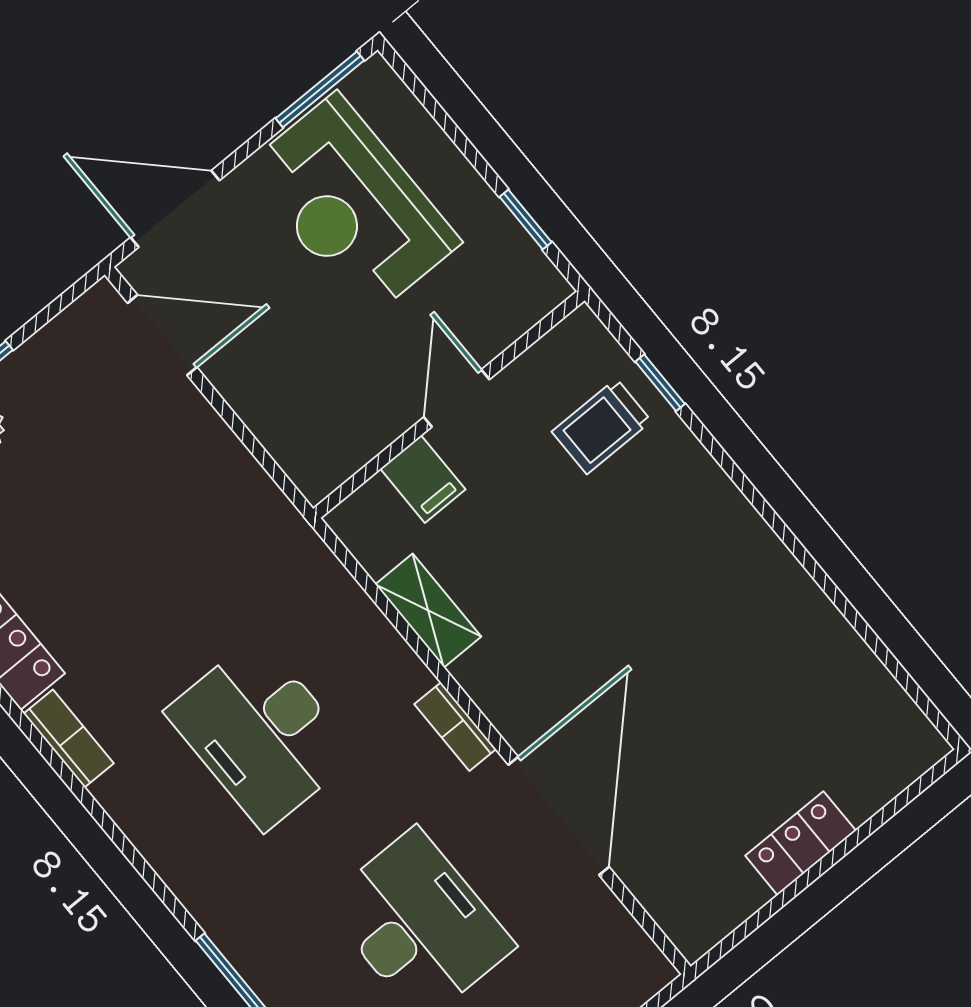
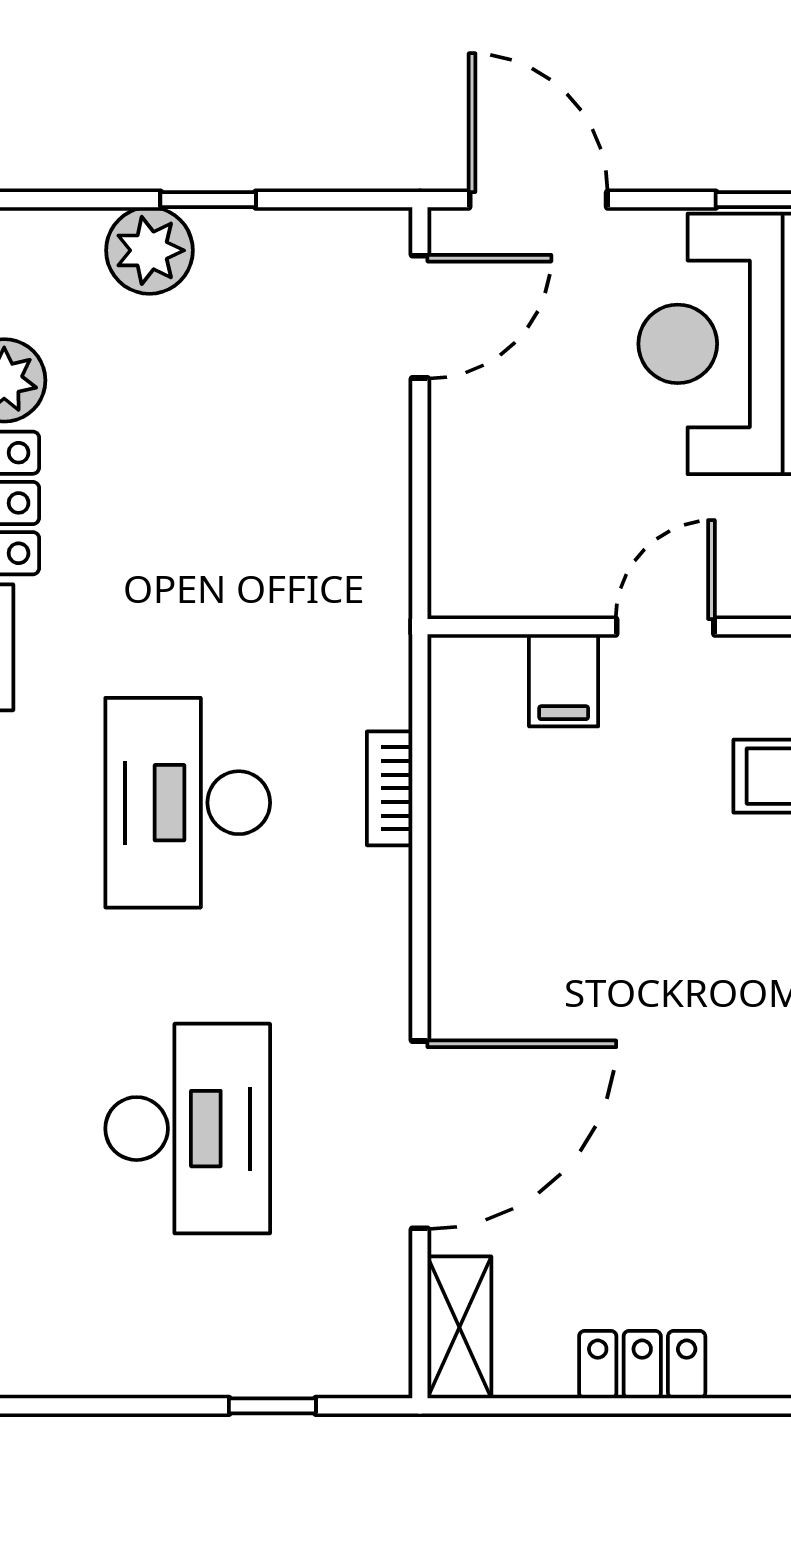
door: (162, 335) -> (420, 317), hinge flipped
shelving: (428, 611) -> (459, 1327), moved
bookcase: (455, 727) -> (390, 788), moved

